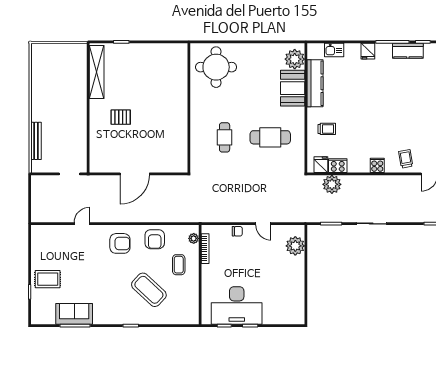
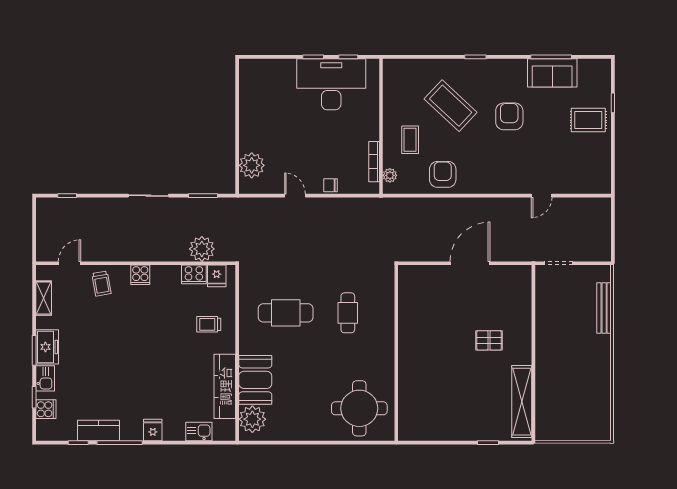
armchair: (120, 243) -> (509, 116), moved, turned 90

